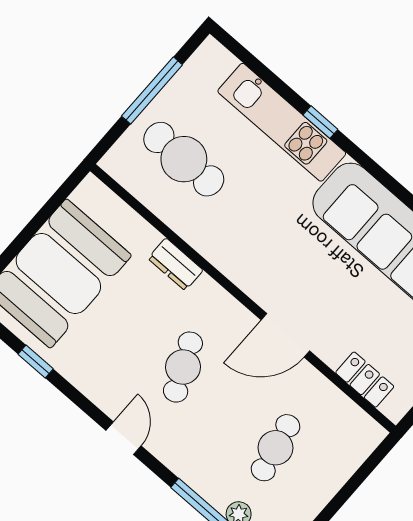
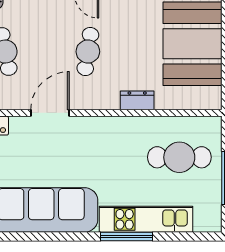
window: (320, 122) -> (127, 237), width x2.17
cafe table: (183, 367) -> (88, 52), turned 33

